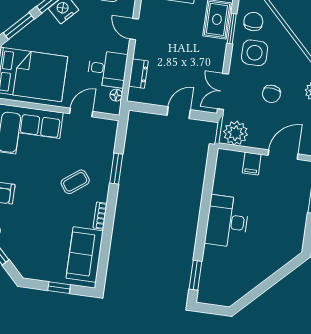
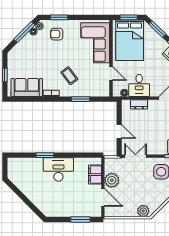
chair: (271, 94) -> (138, 185), removed
plant: (236, 133) -> (112, 180), moved
filing cabinet: (252, 164) -> (95, 175), width x2.00
window: (195, 275) -> (45, 155), moved

